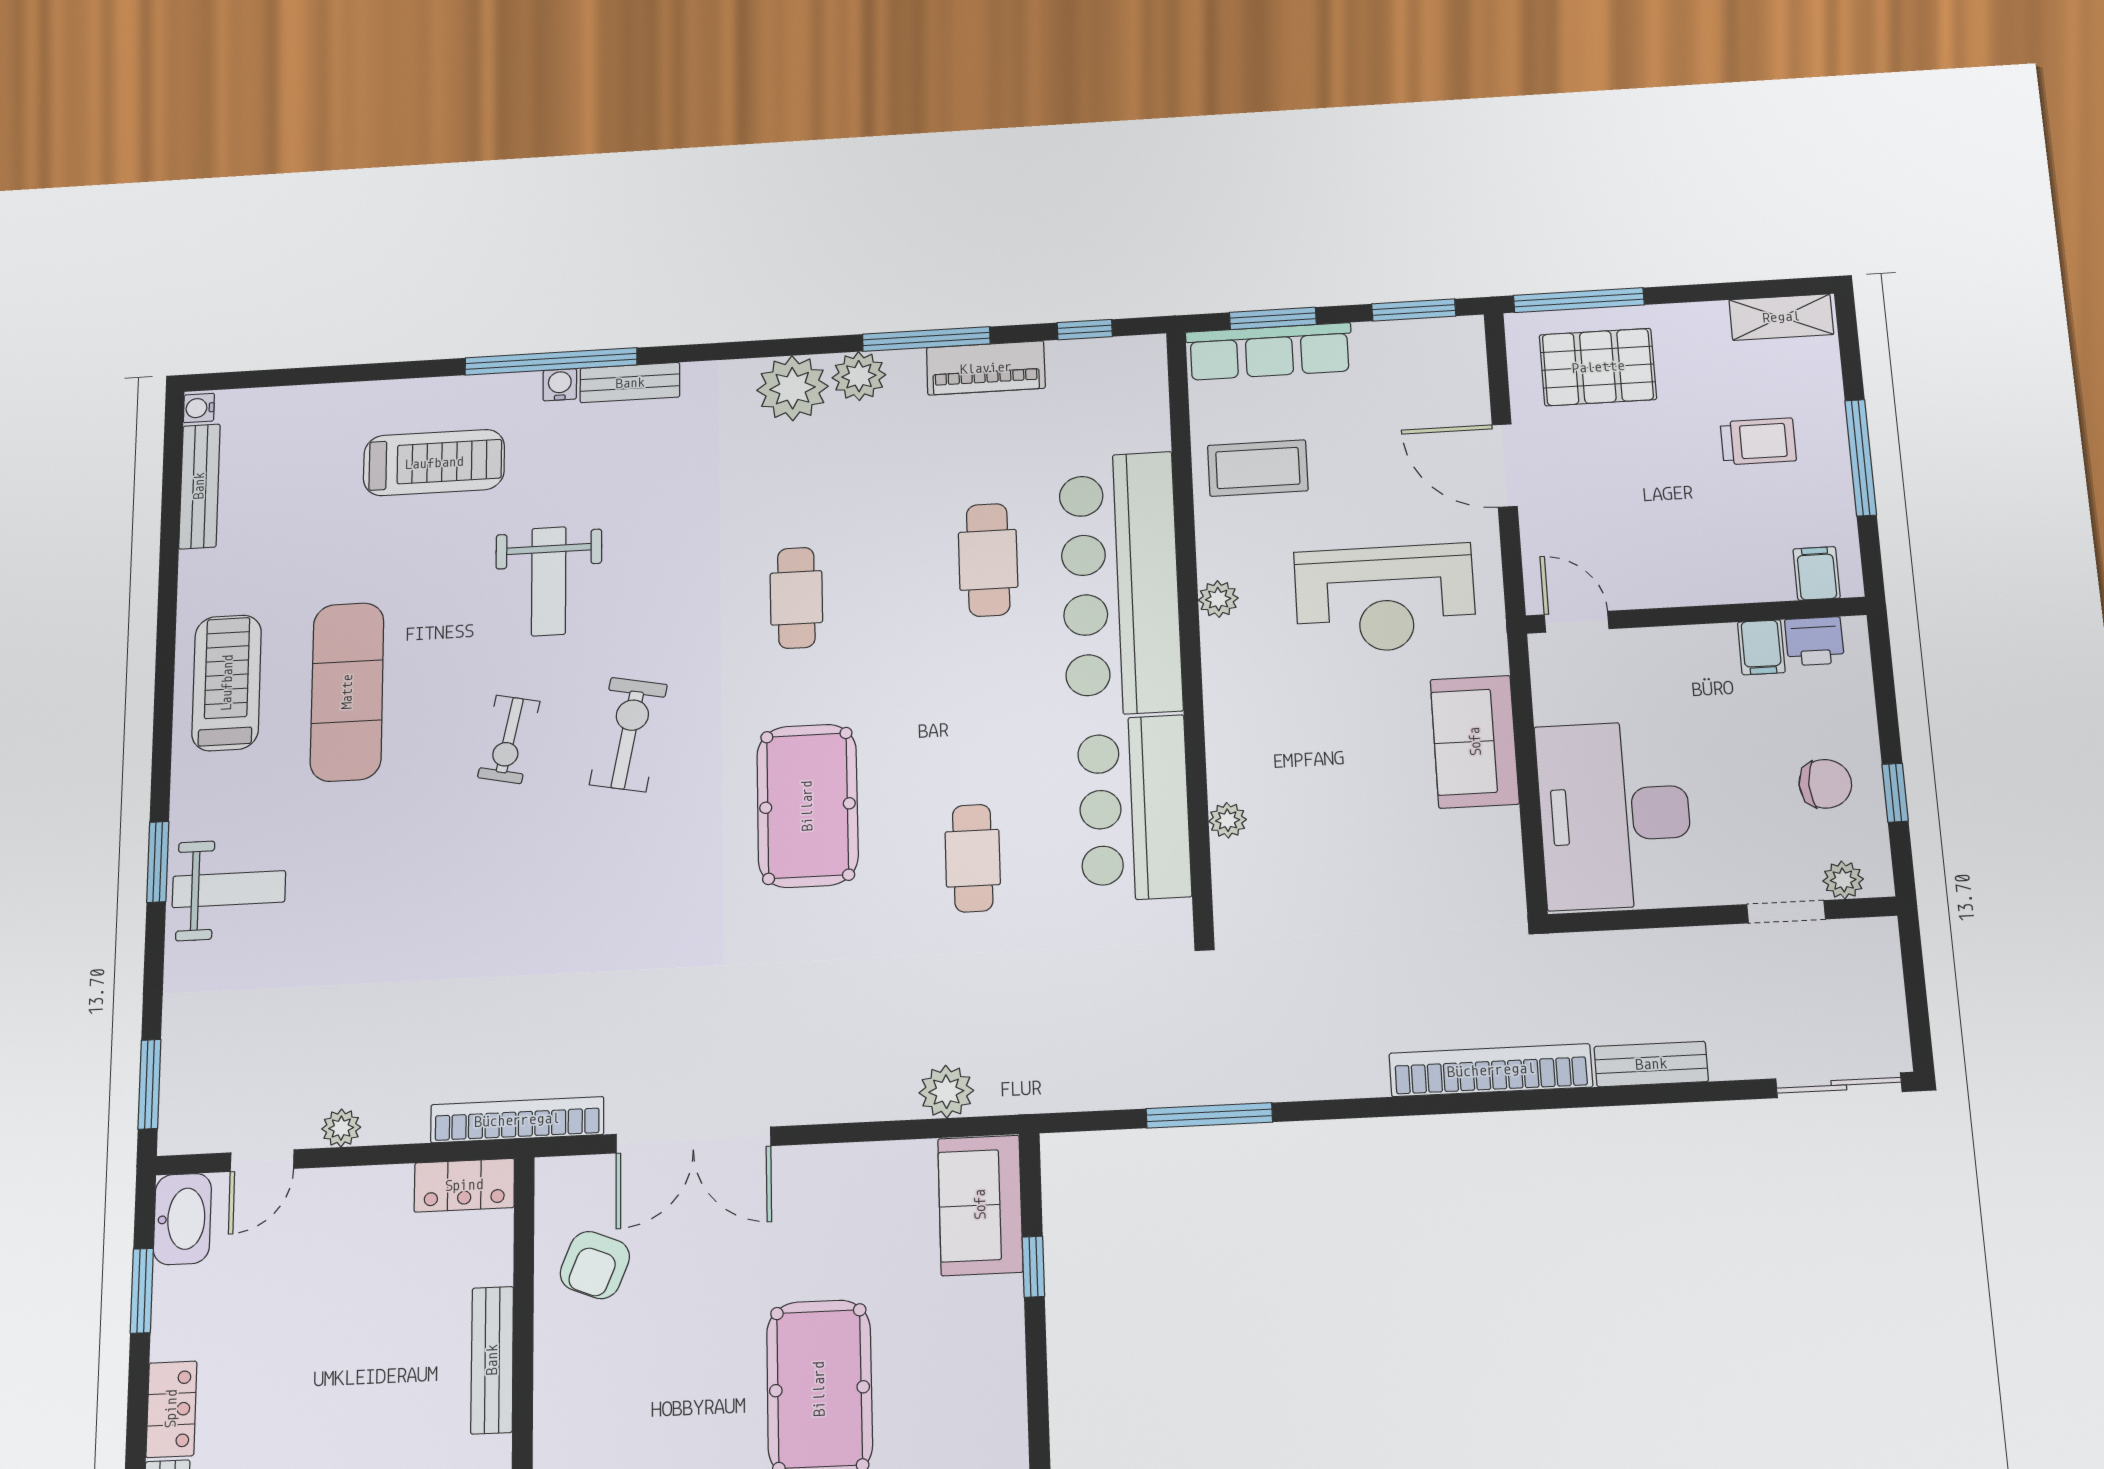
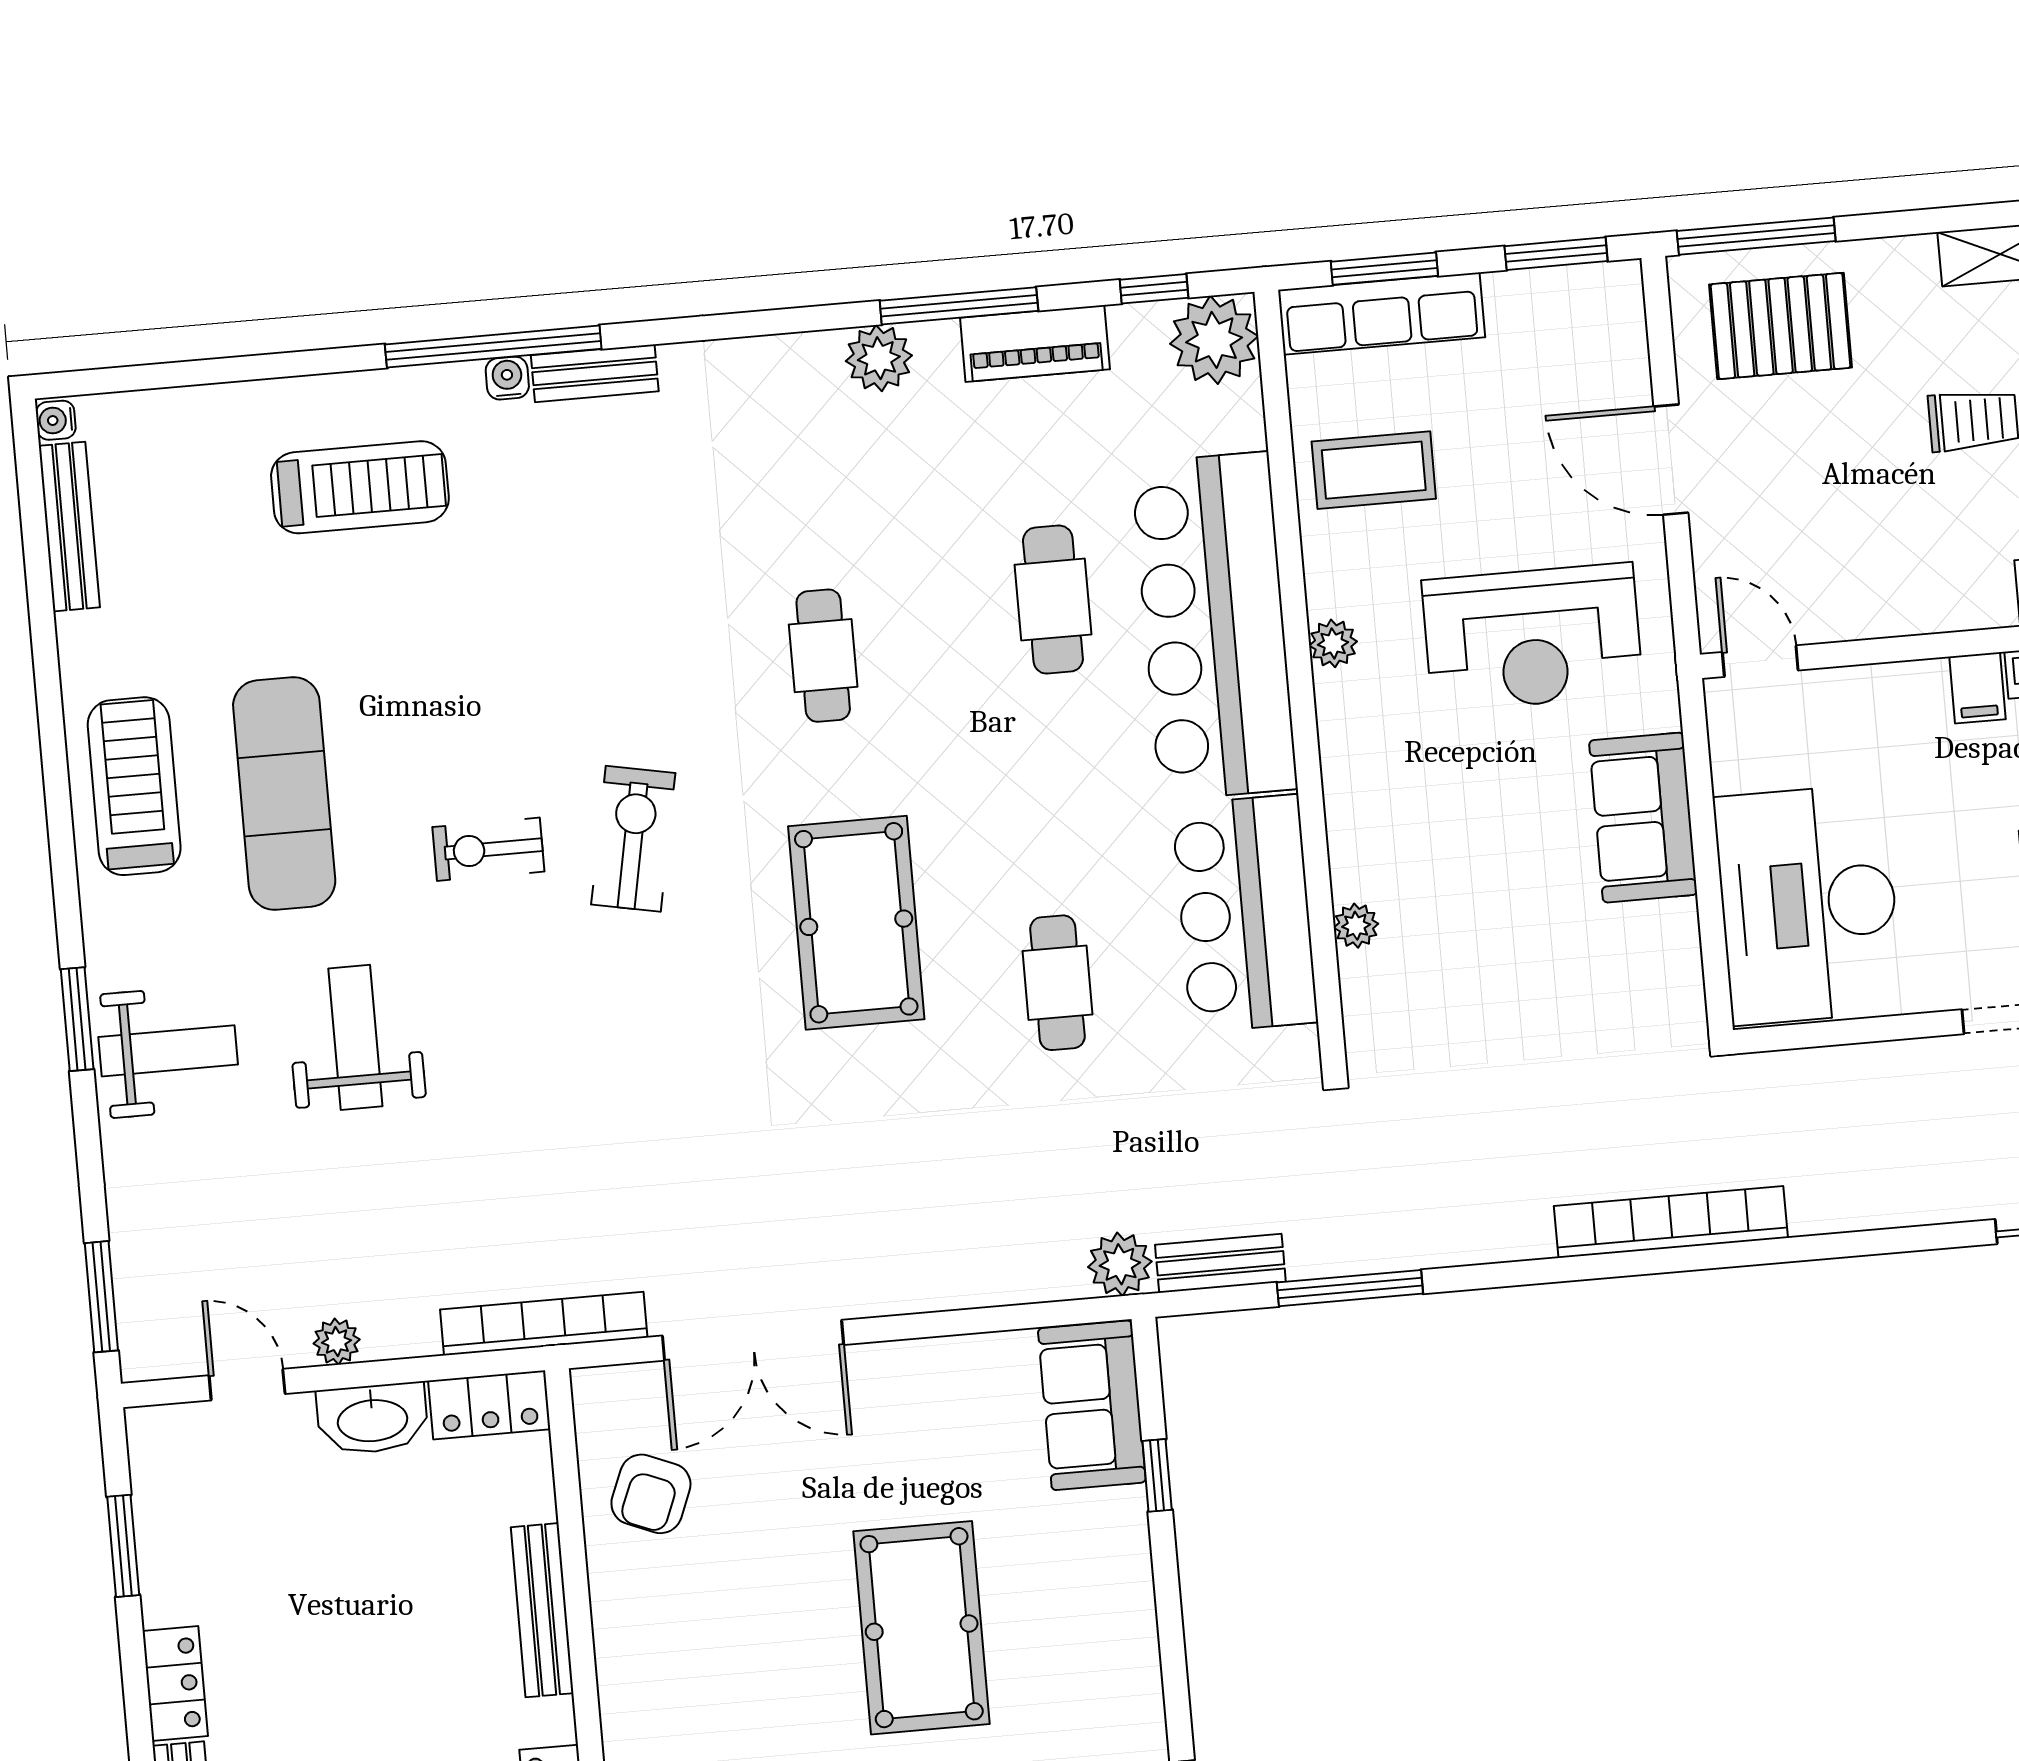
plant: (792, 388) -> (1214, 340), moved
weight bench: (549, 581) -> (355, 1037), moved, turned 180
exercise bike: (509, 739) -> (488, 849), turned 78
bench: (1651, 1064) -> (1220, 1263), moved
plant: (946, 1092) -> (1120, 1264), moved
door: (262, 1161) -> (247, 1385), swing flipped
washbasin: (182, 1219) -> (372, 1419), moved, turned 90

